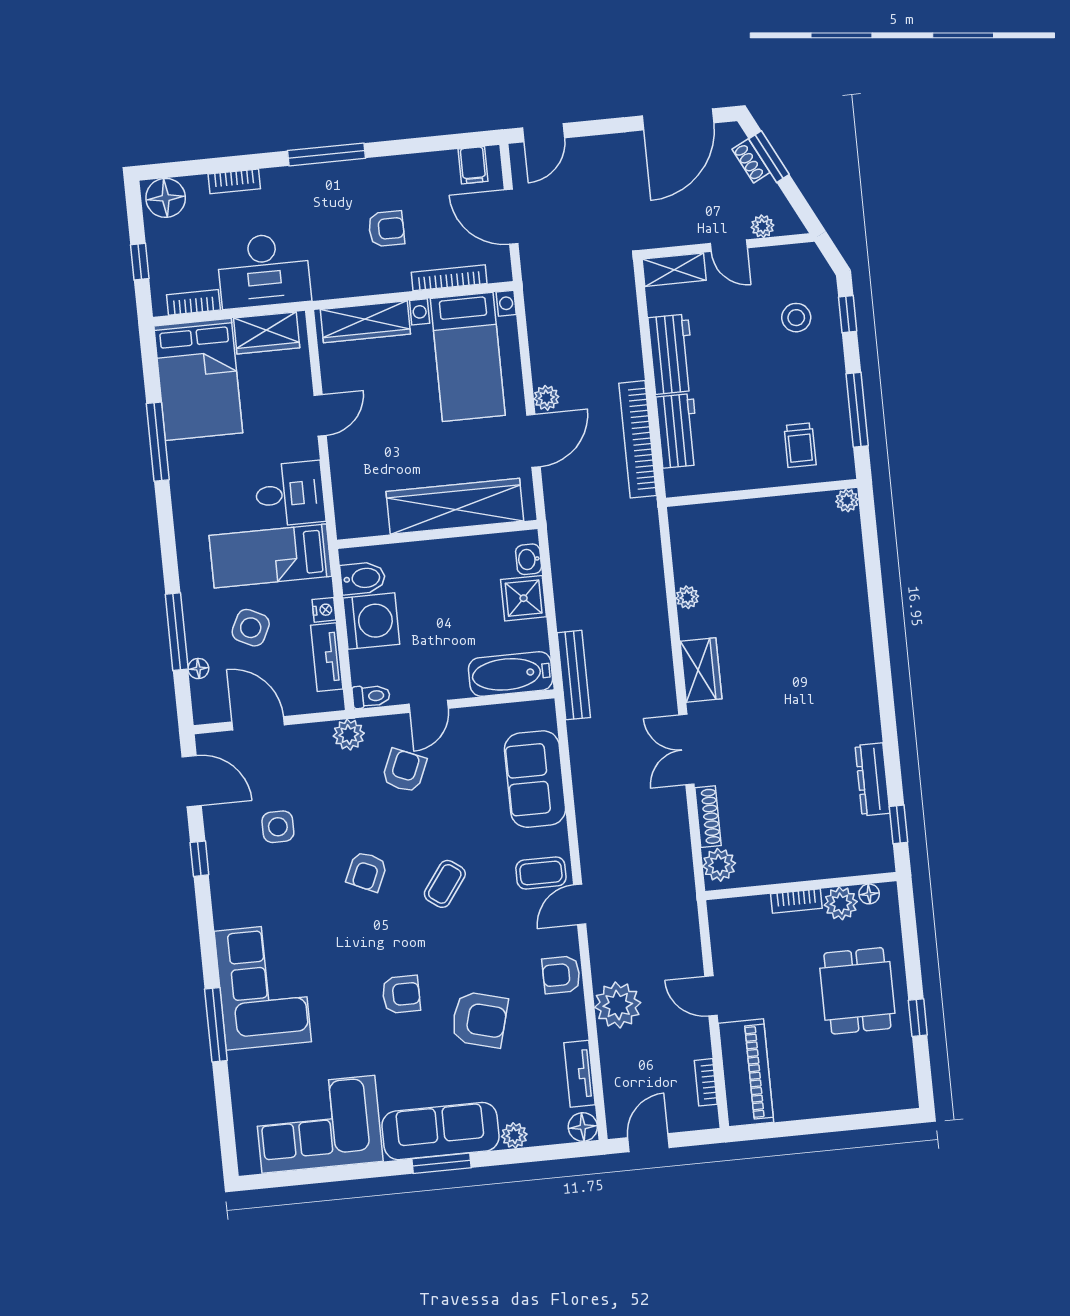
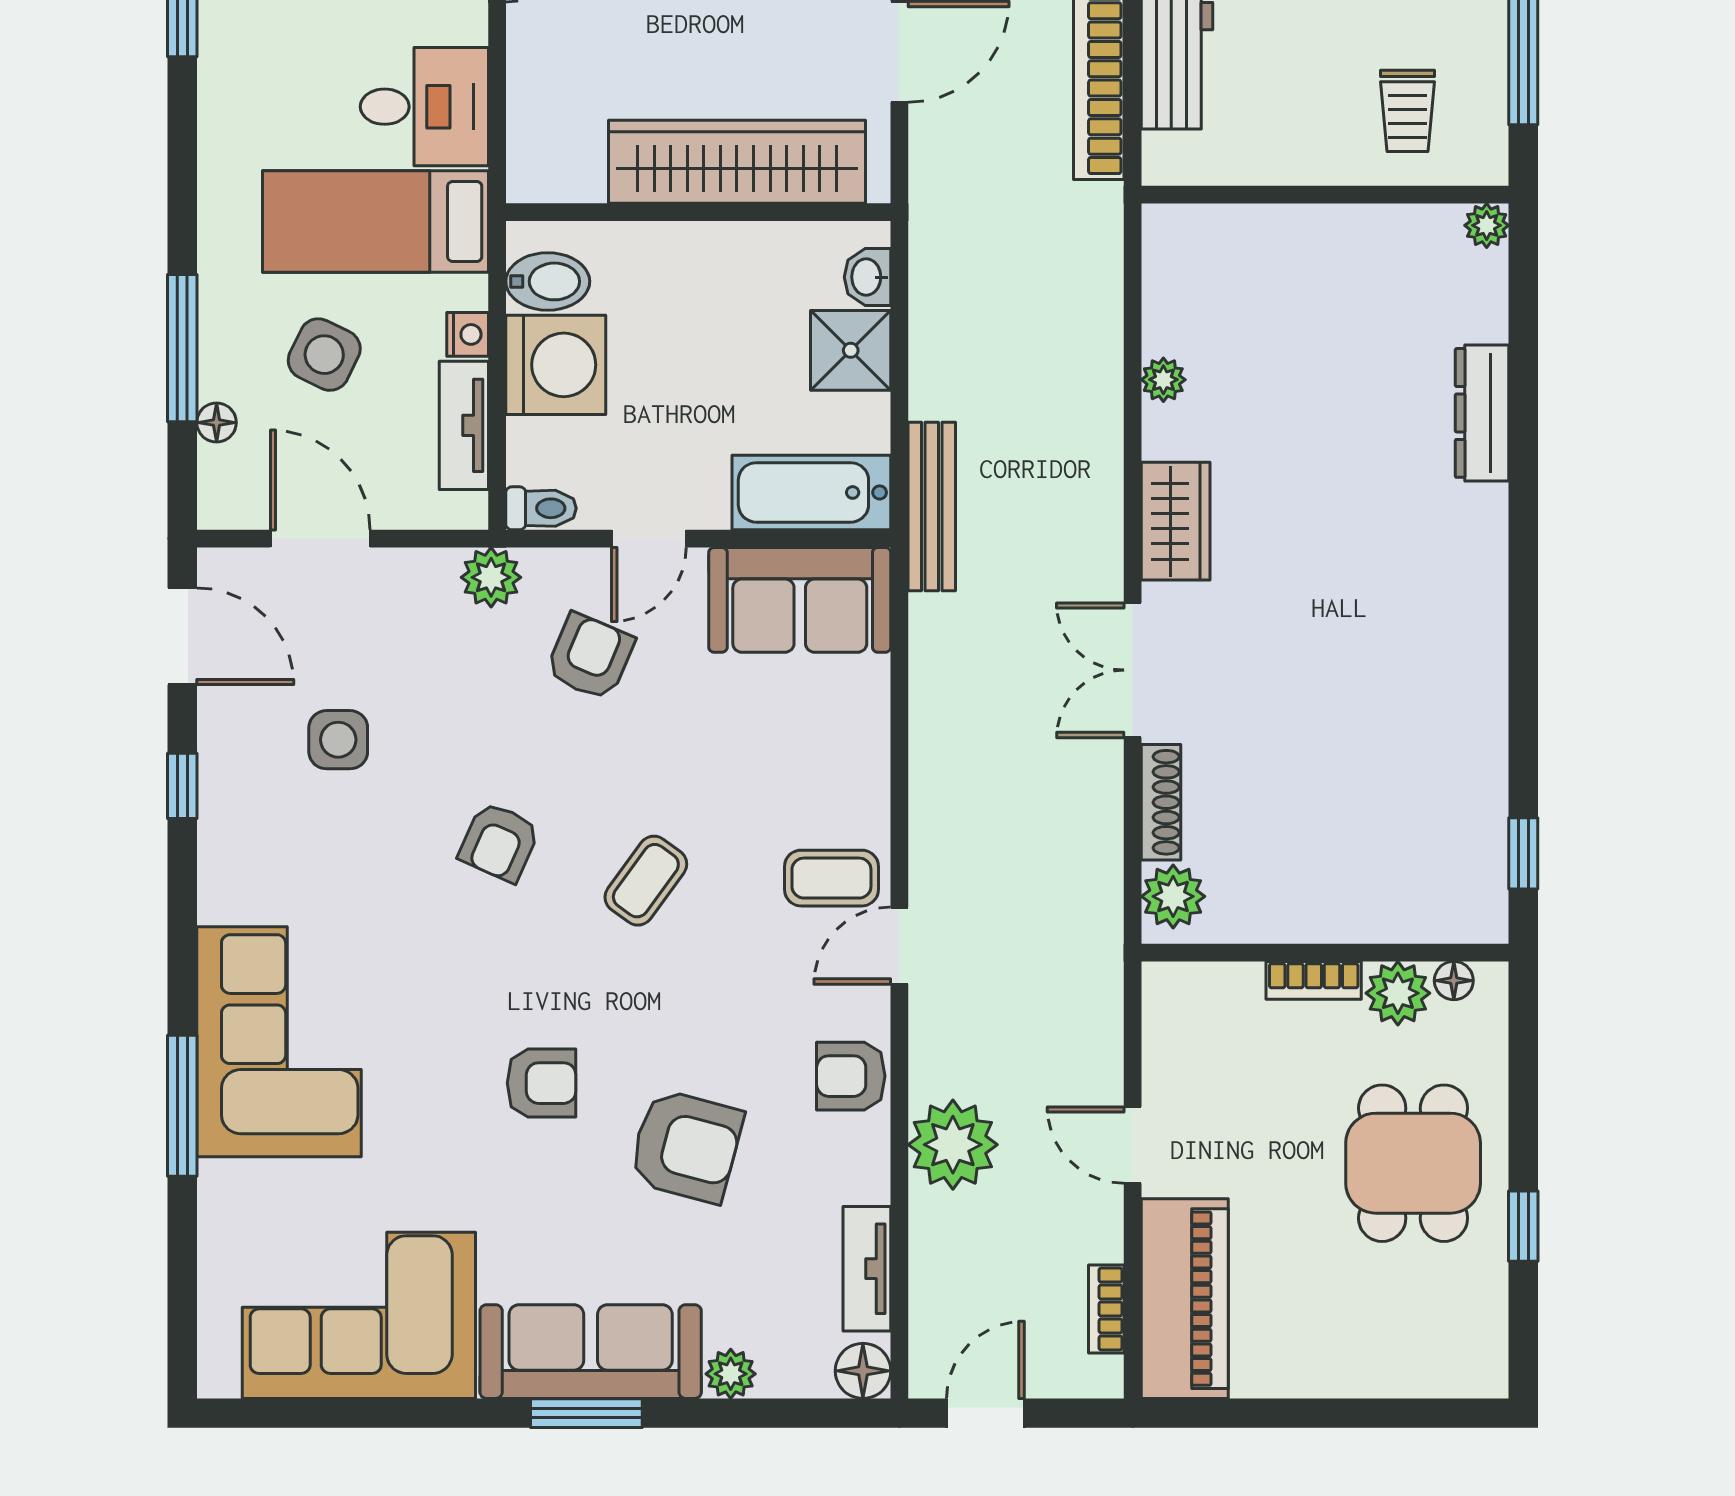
sofa: (535, 779) -> (800, 600), moved, turned -90
dresser: (872, 779) -> (1482, 413), moved

